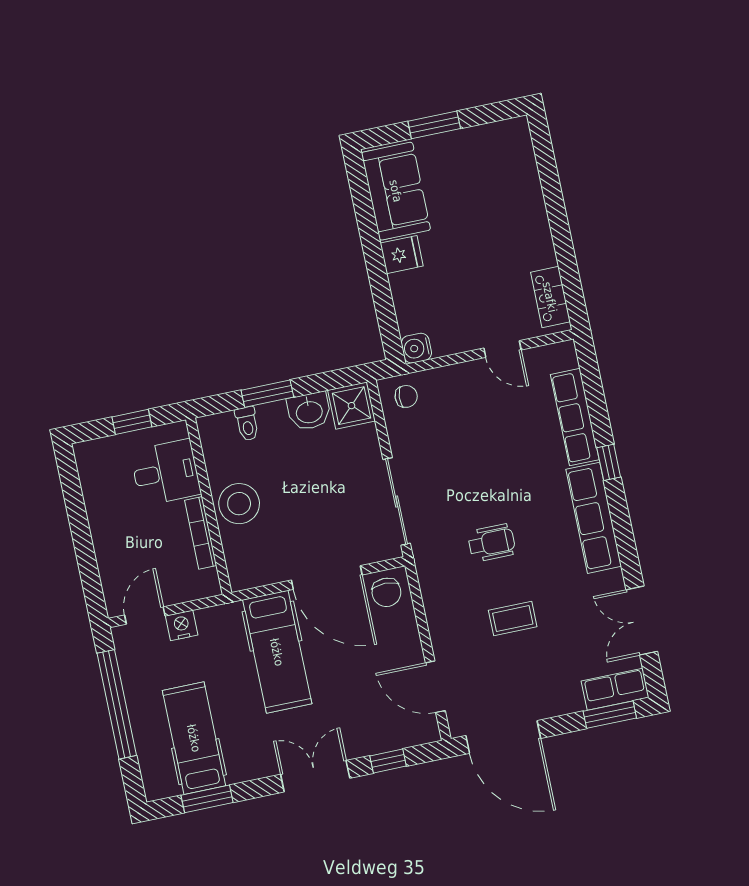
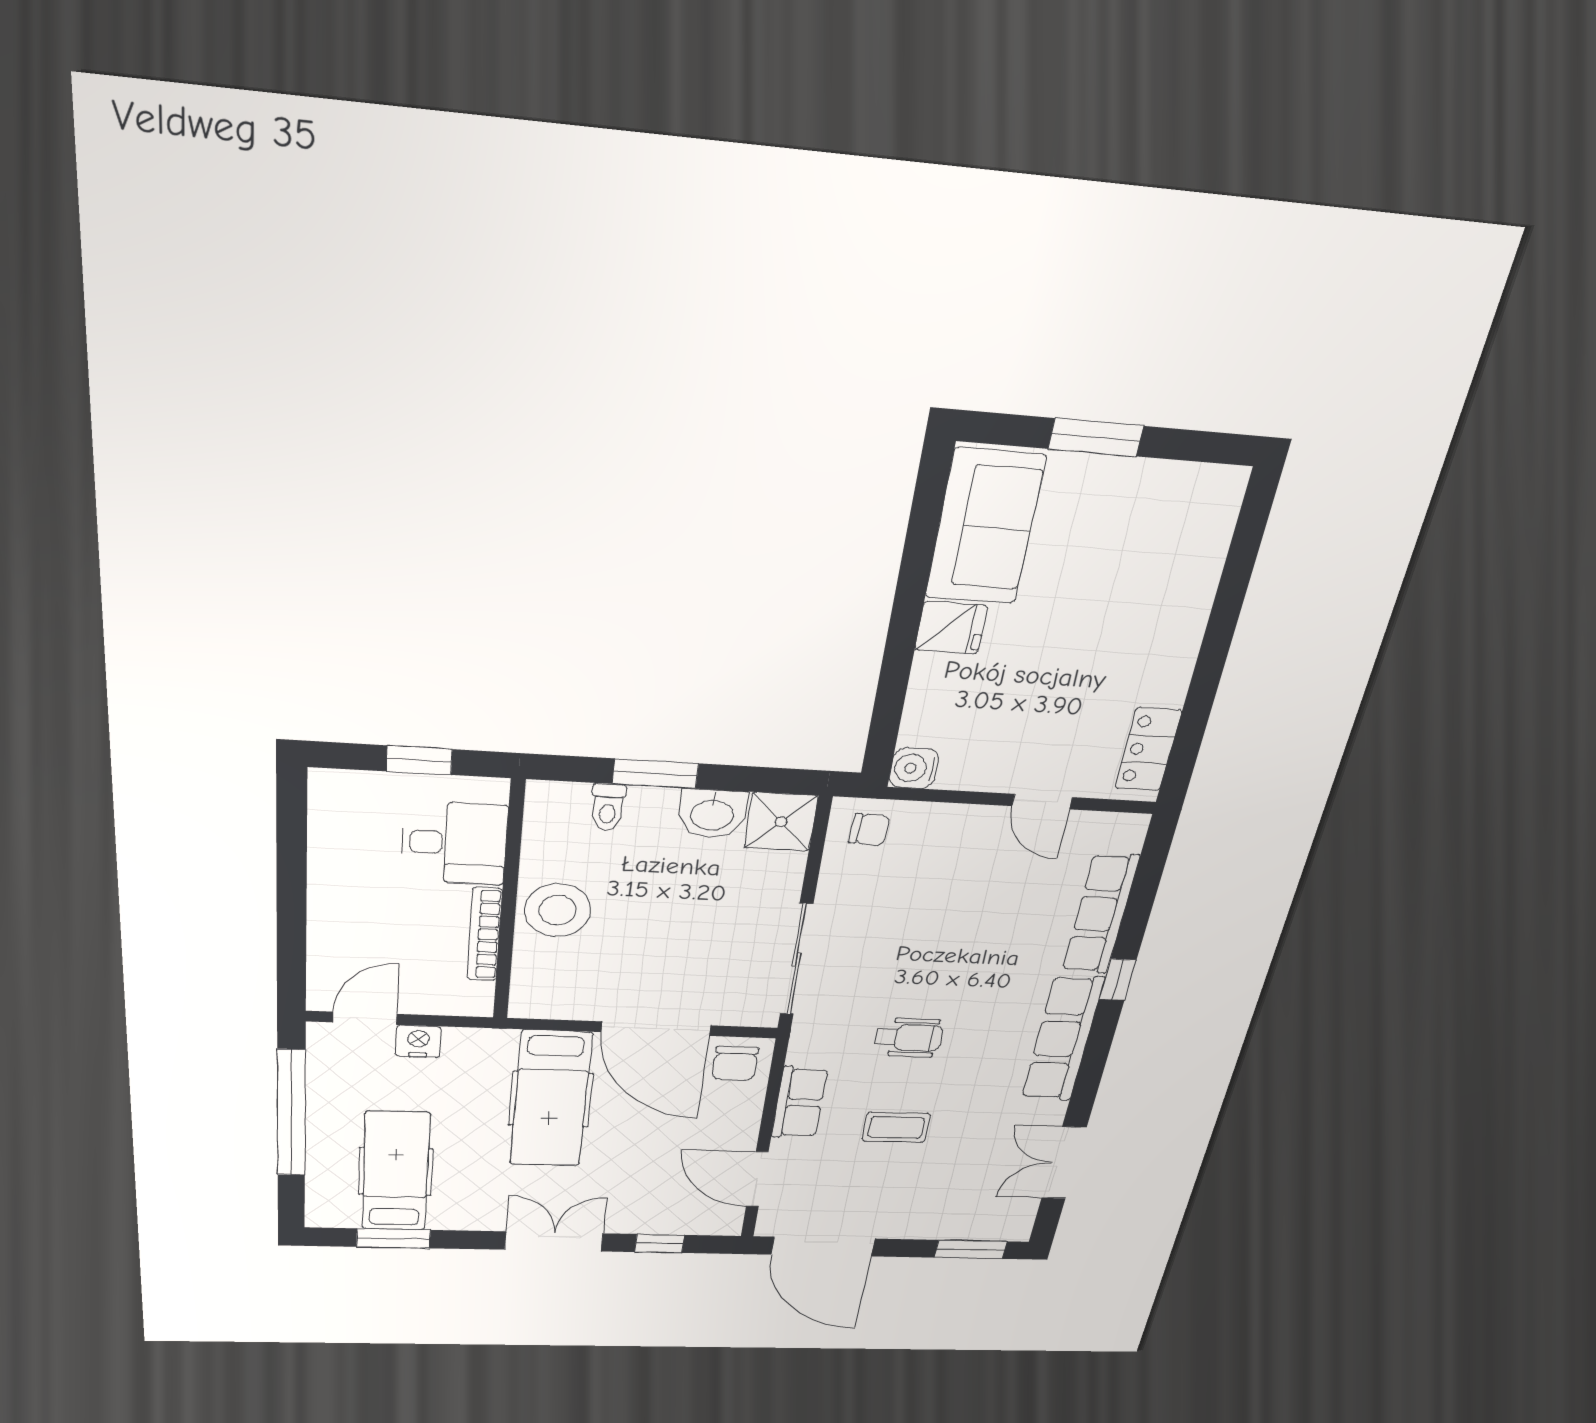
row of seats: (615, 689) -> (799, 1103), moved, turned 90

